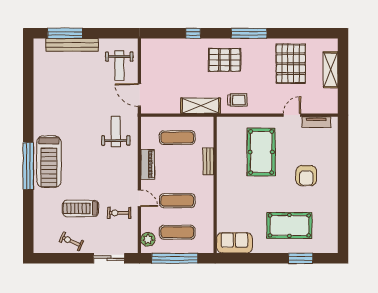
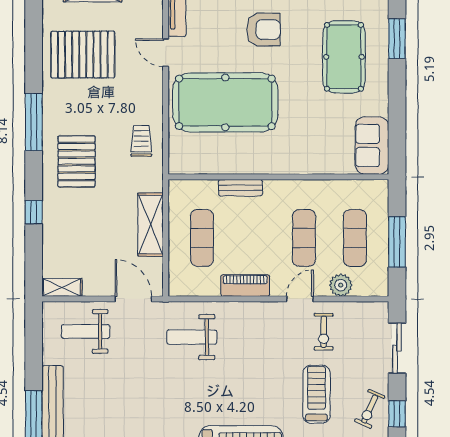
shelving: (147, 51) -> (62, 287), added
weight bench: (119, 66) -> (86, 331), turned 180
door: (139, 95) -> (133, 299), swing flipped
shelving: (201, 106) -> (151, 225), moved
pool table: (261, 152) -> (225, 102), width x1.36, depth x1.32
treadmill: (80, 208) -> (316, 394), turned 180
plant: (148, 239) -> (341, 285), moved
window: (68, 258) -> (397, 414), added
window: (175, 258) -> (397, 242), width x0.68

